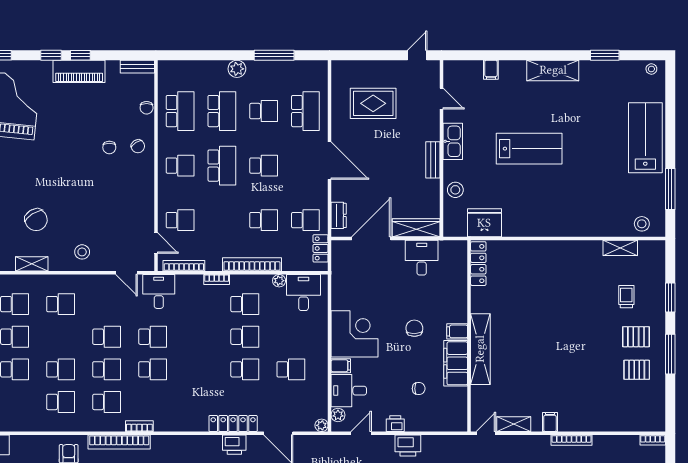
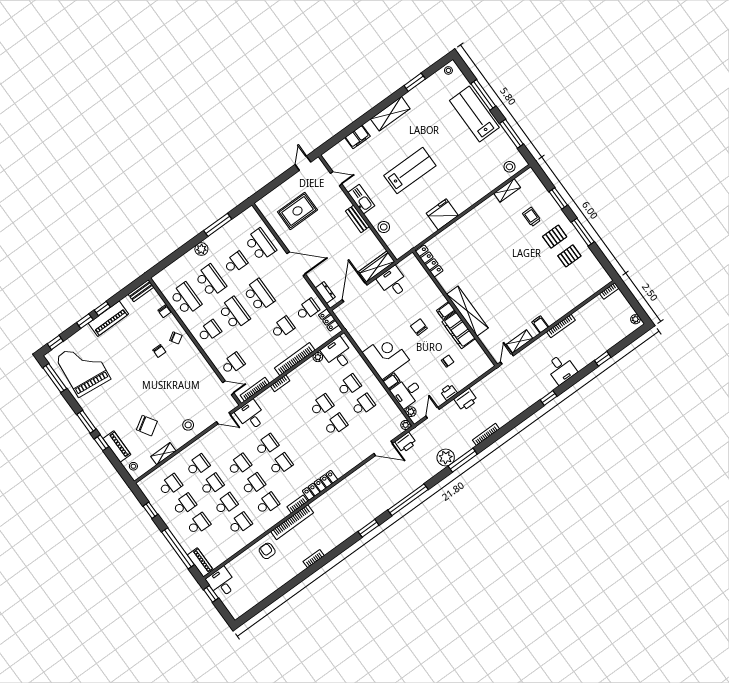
filing cabinet: (491, 70) -> (357, 137), width x2.00
window: (670, 124) -> (483, 95), added
school desk: (264, 166) -> (259, 295), width x1.85
fridge: (484, 223) -> (442, 214), moved
school desk: (245, 304) -> (349, 385), moved
school desk: (61, 337) -> (212, 485), added
locker: (233, 424) -> (320, 485), moved
printer: (234, 445) -> (406, 442), moved

